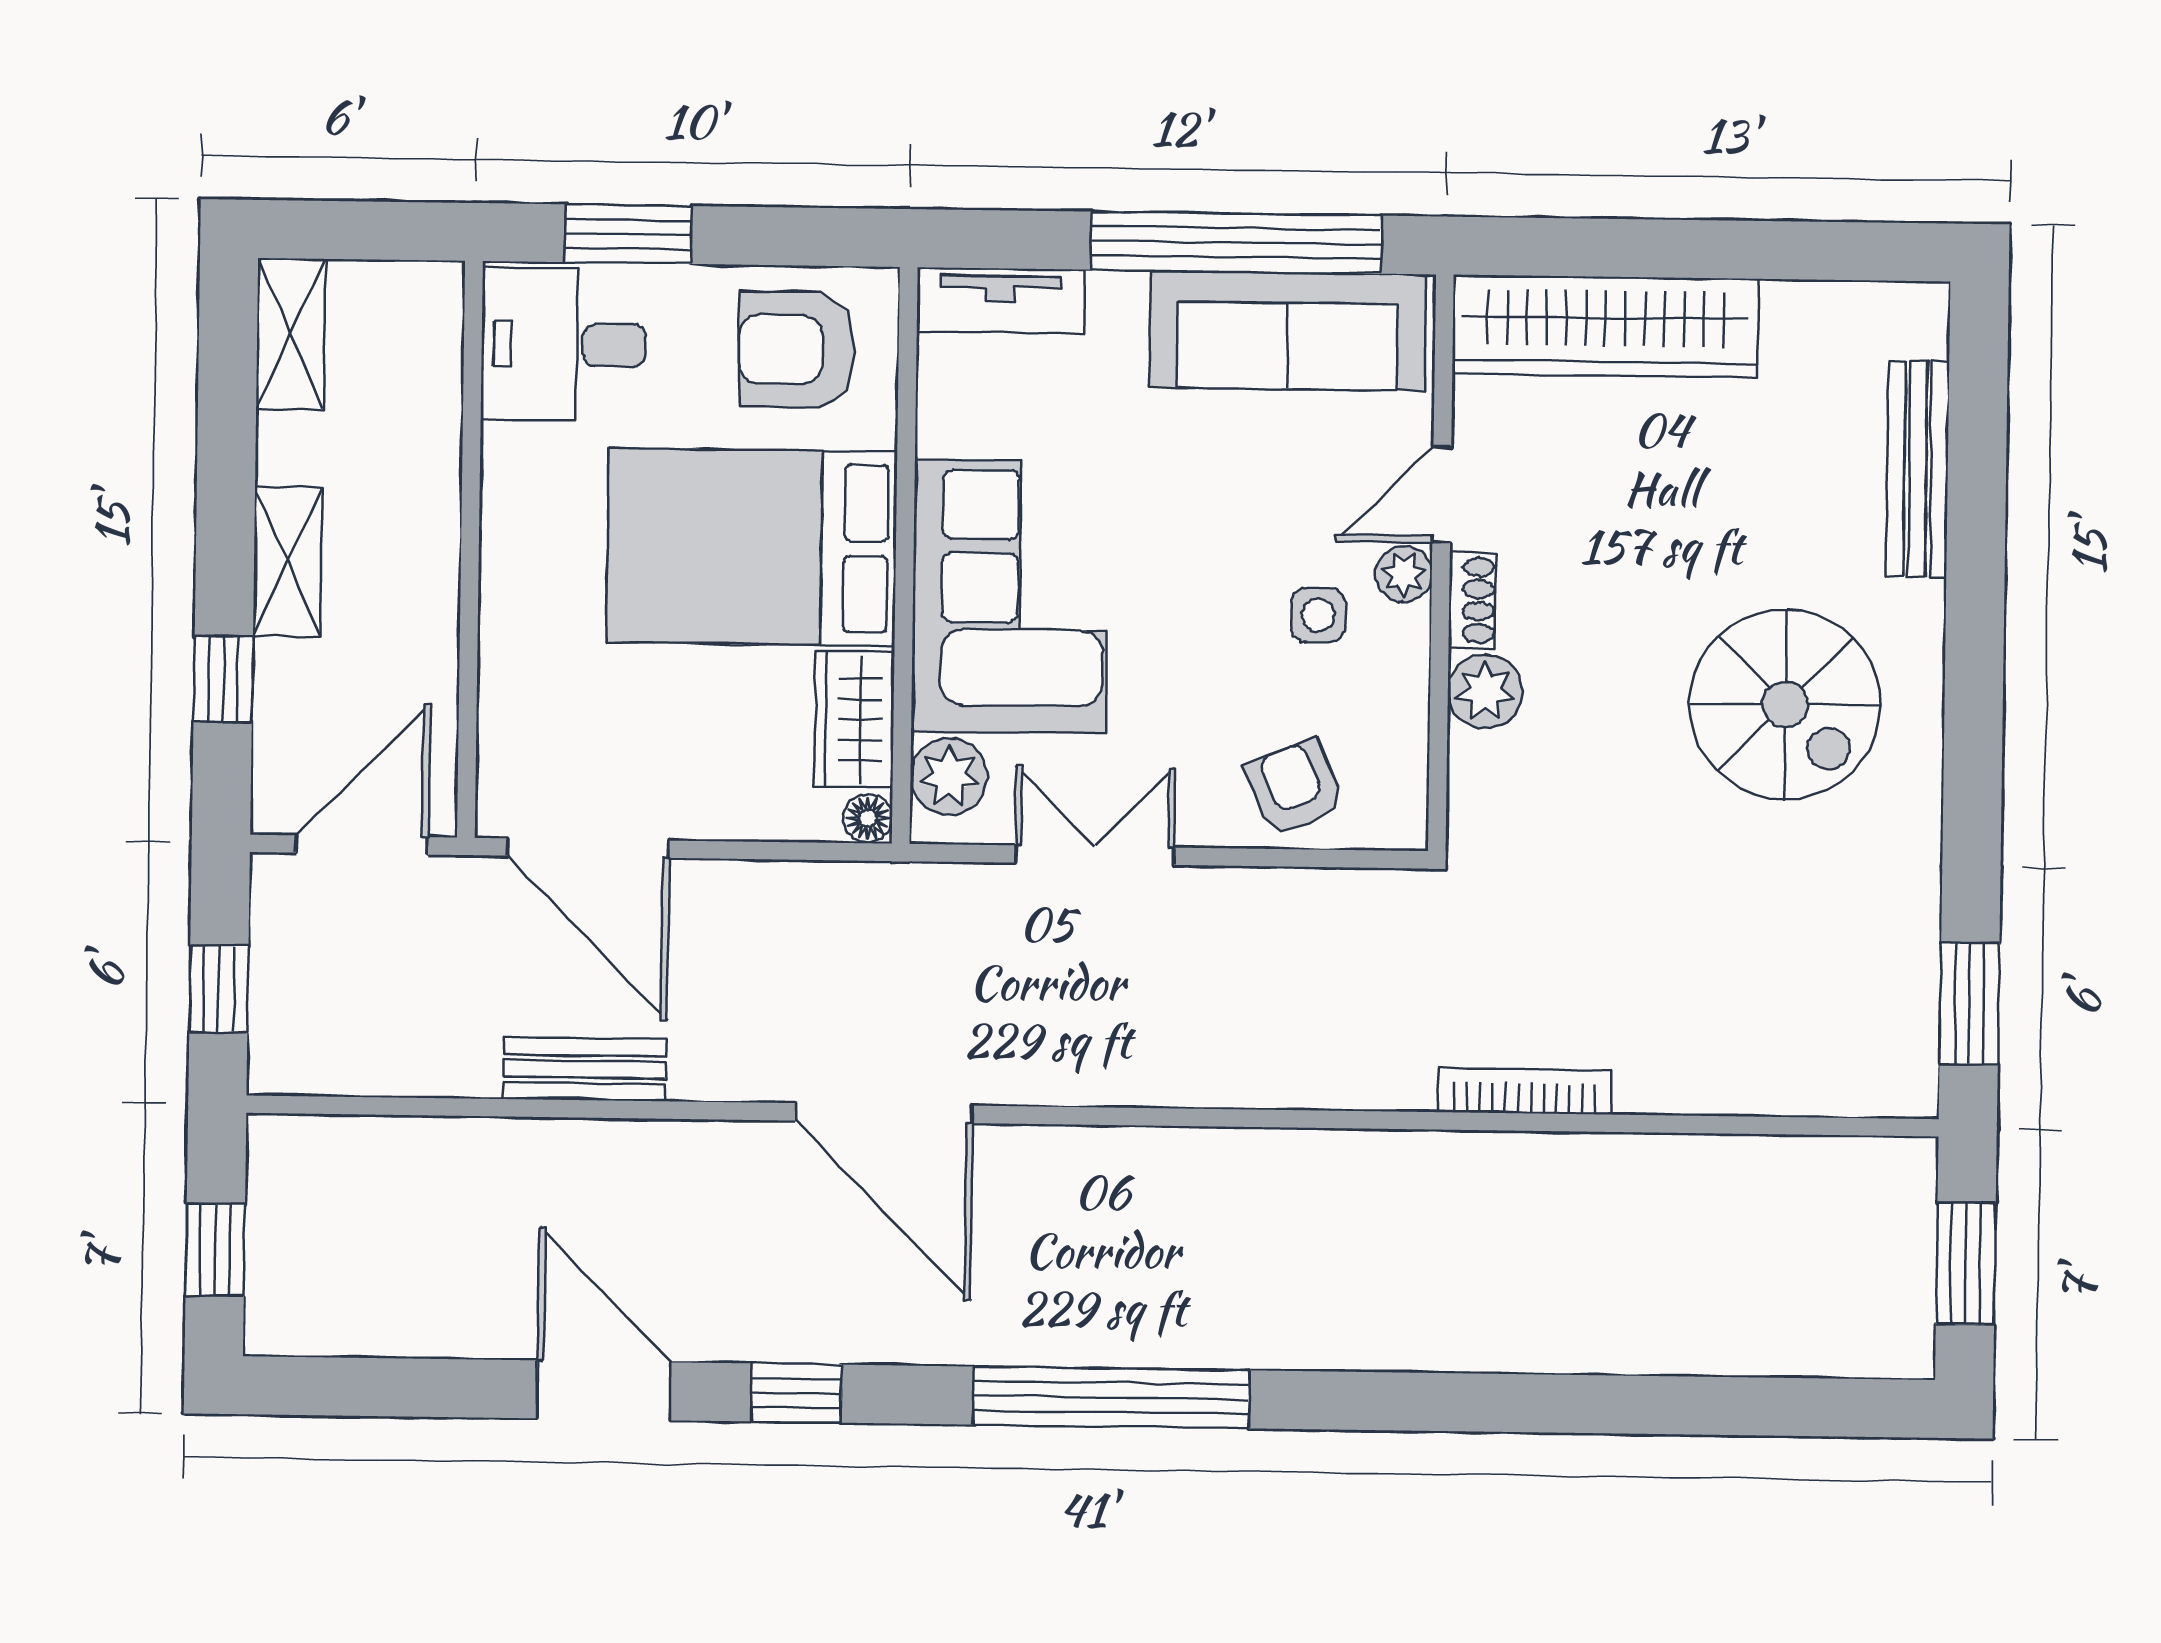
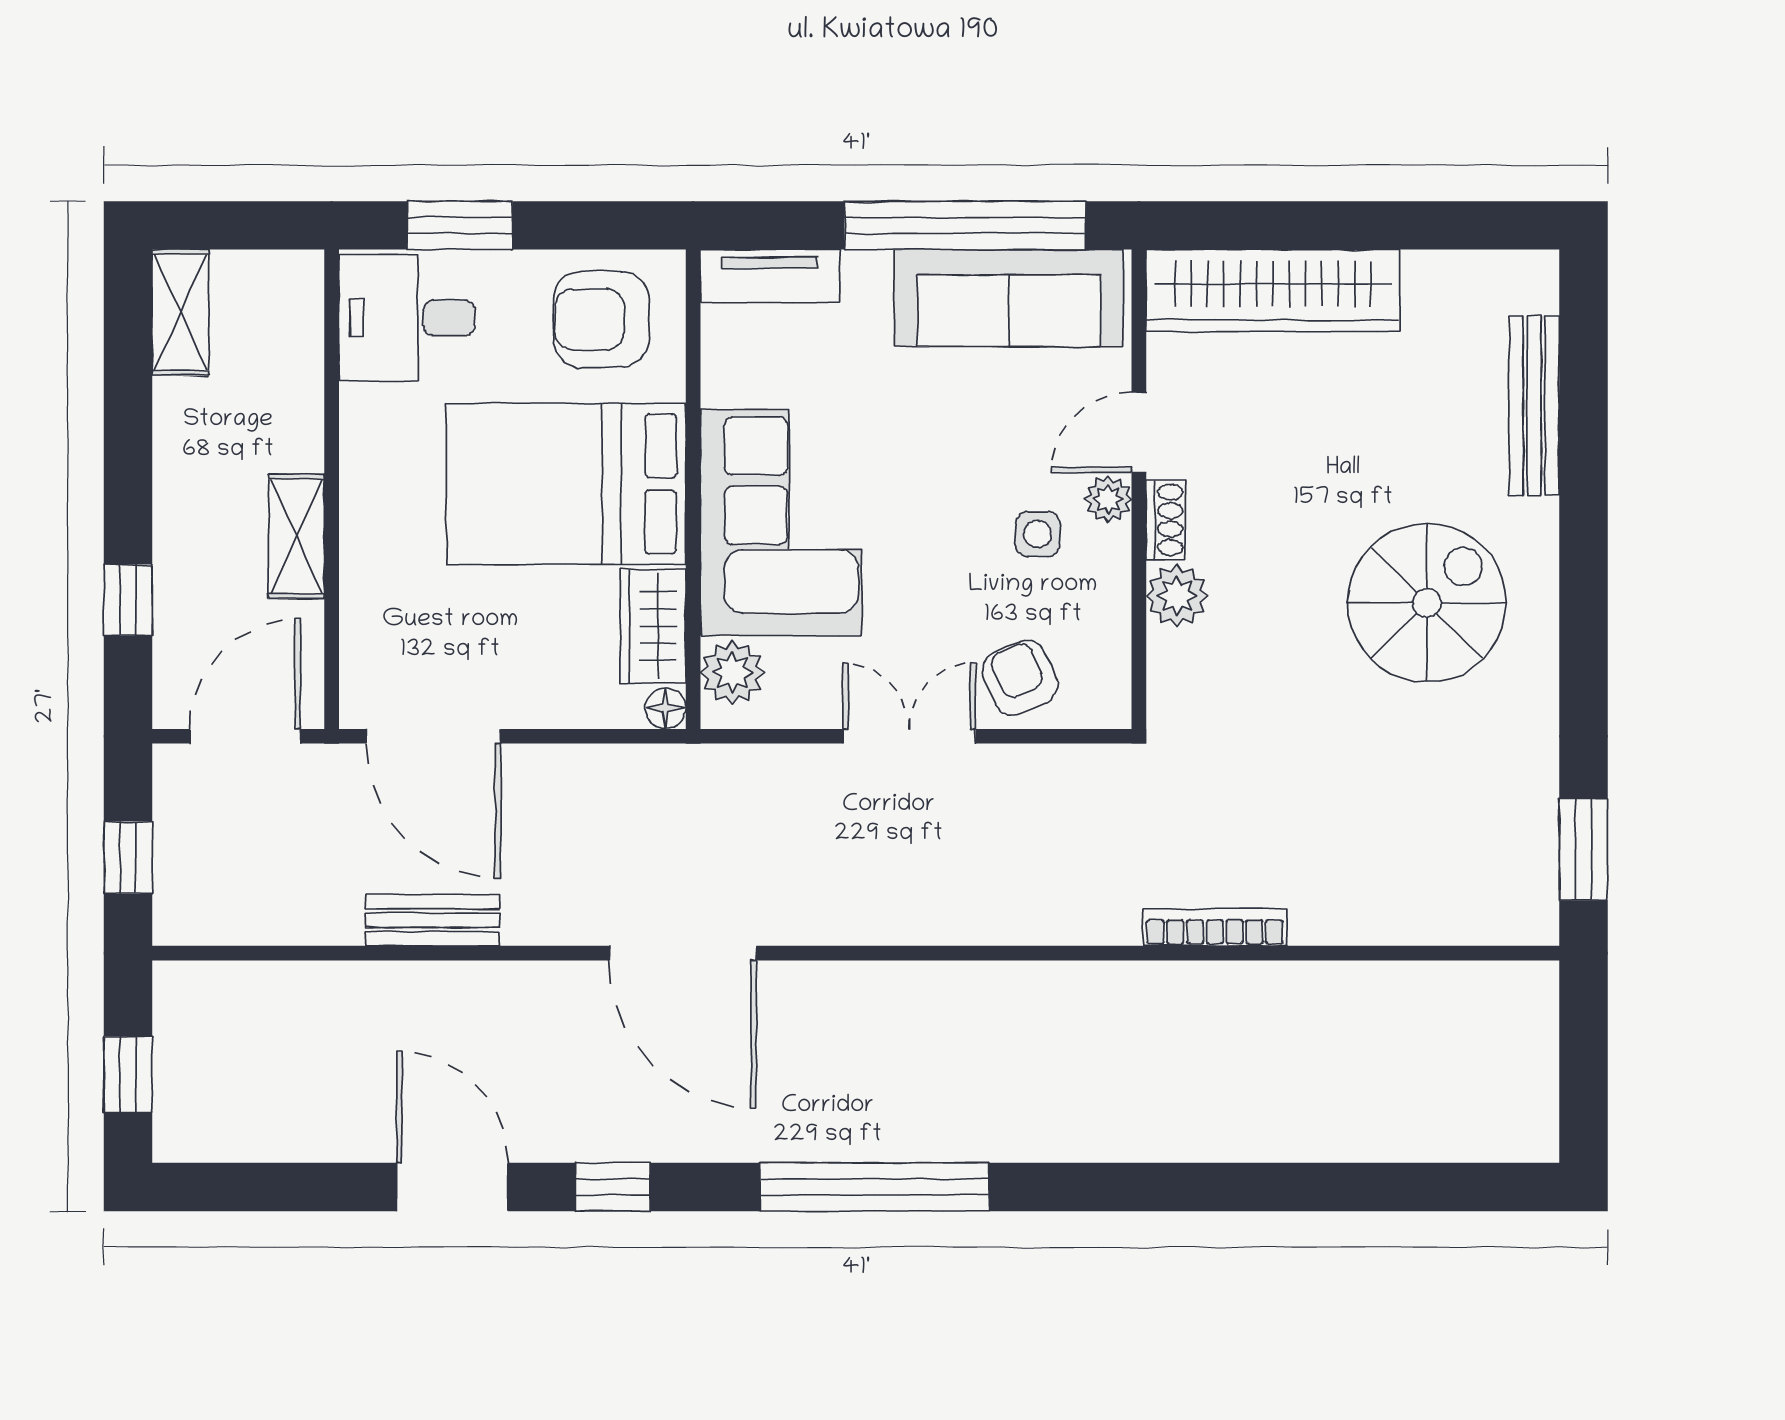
shelving: (288, 561) -> (296, 536), moved
spiral stairs: (1785, 704) -> (1427, 603), turned -90
double door: (1095, 855) -> (909, 736), moved
window: (1966, 1264) -> (1583, 1066), removed

